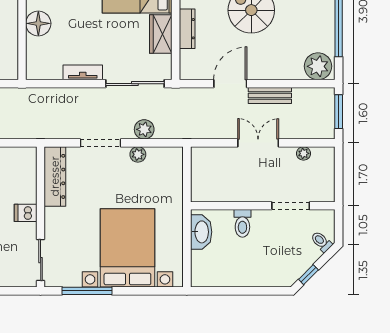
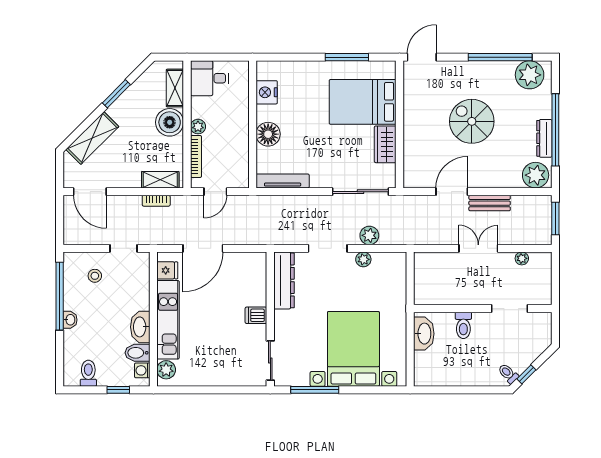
dresser: (187, 29) -> (544, 138), moved, turned 180
tv unit: (83, 72) -> (283, 181), moved, width x1.41
toilet: (321, 242) -> (508, 374), moved

